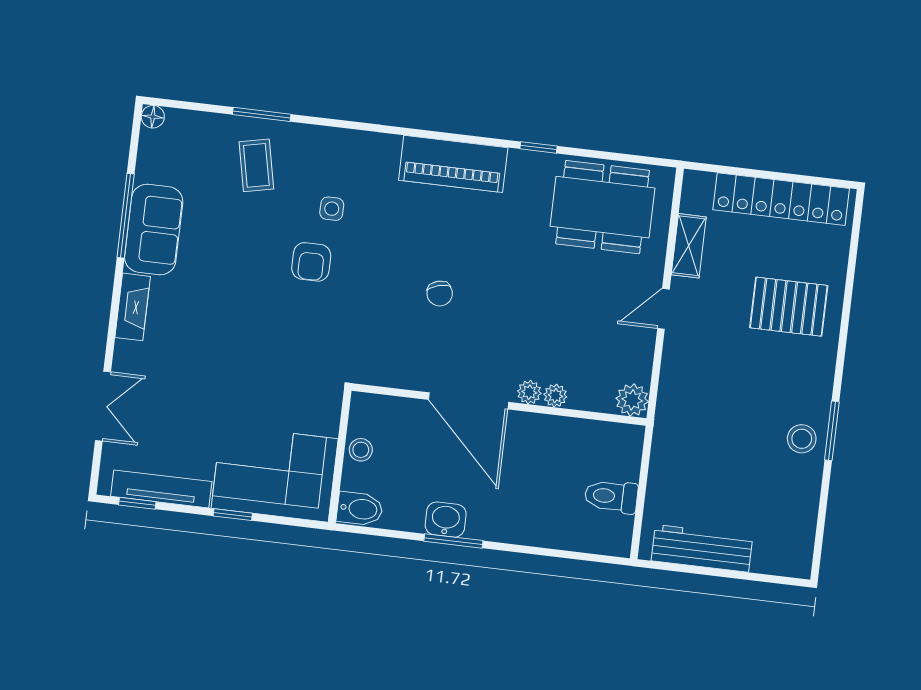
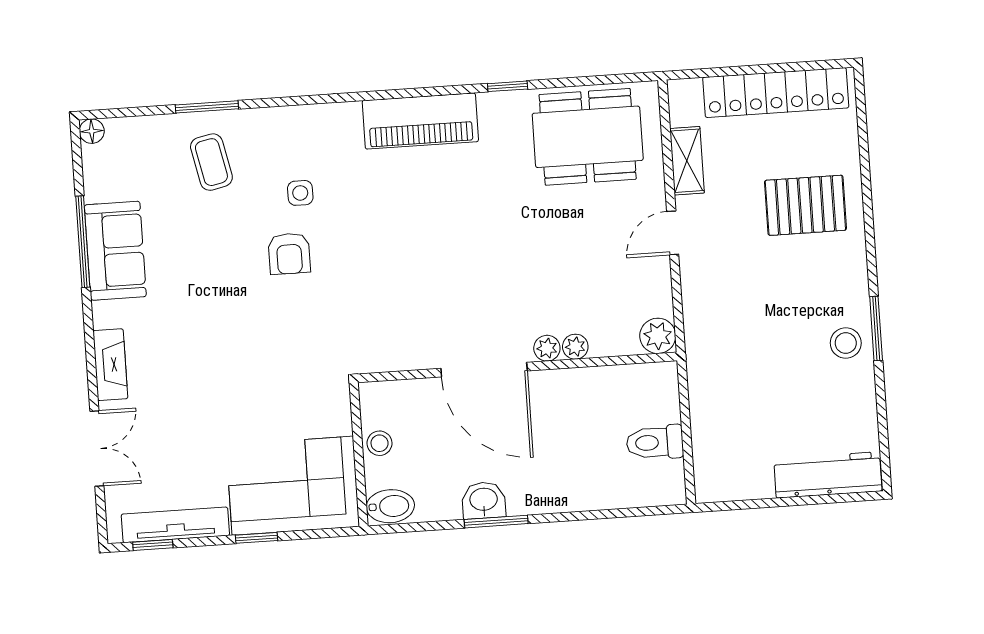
chair: (440, 293) -> (432, 261), removed
fireplace: (133, 307) -> (110, 365), moved
workbench: (702, 548) -> (828, 475), moved

